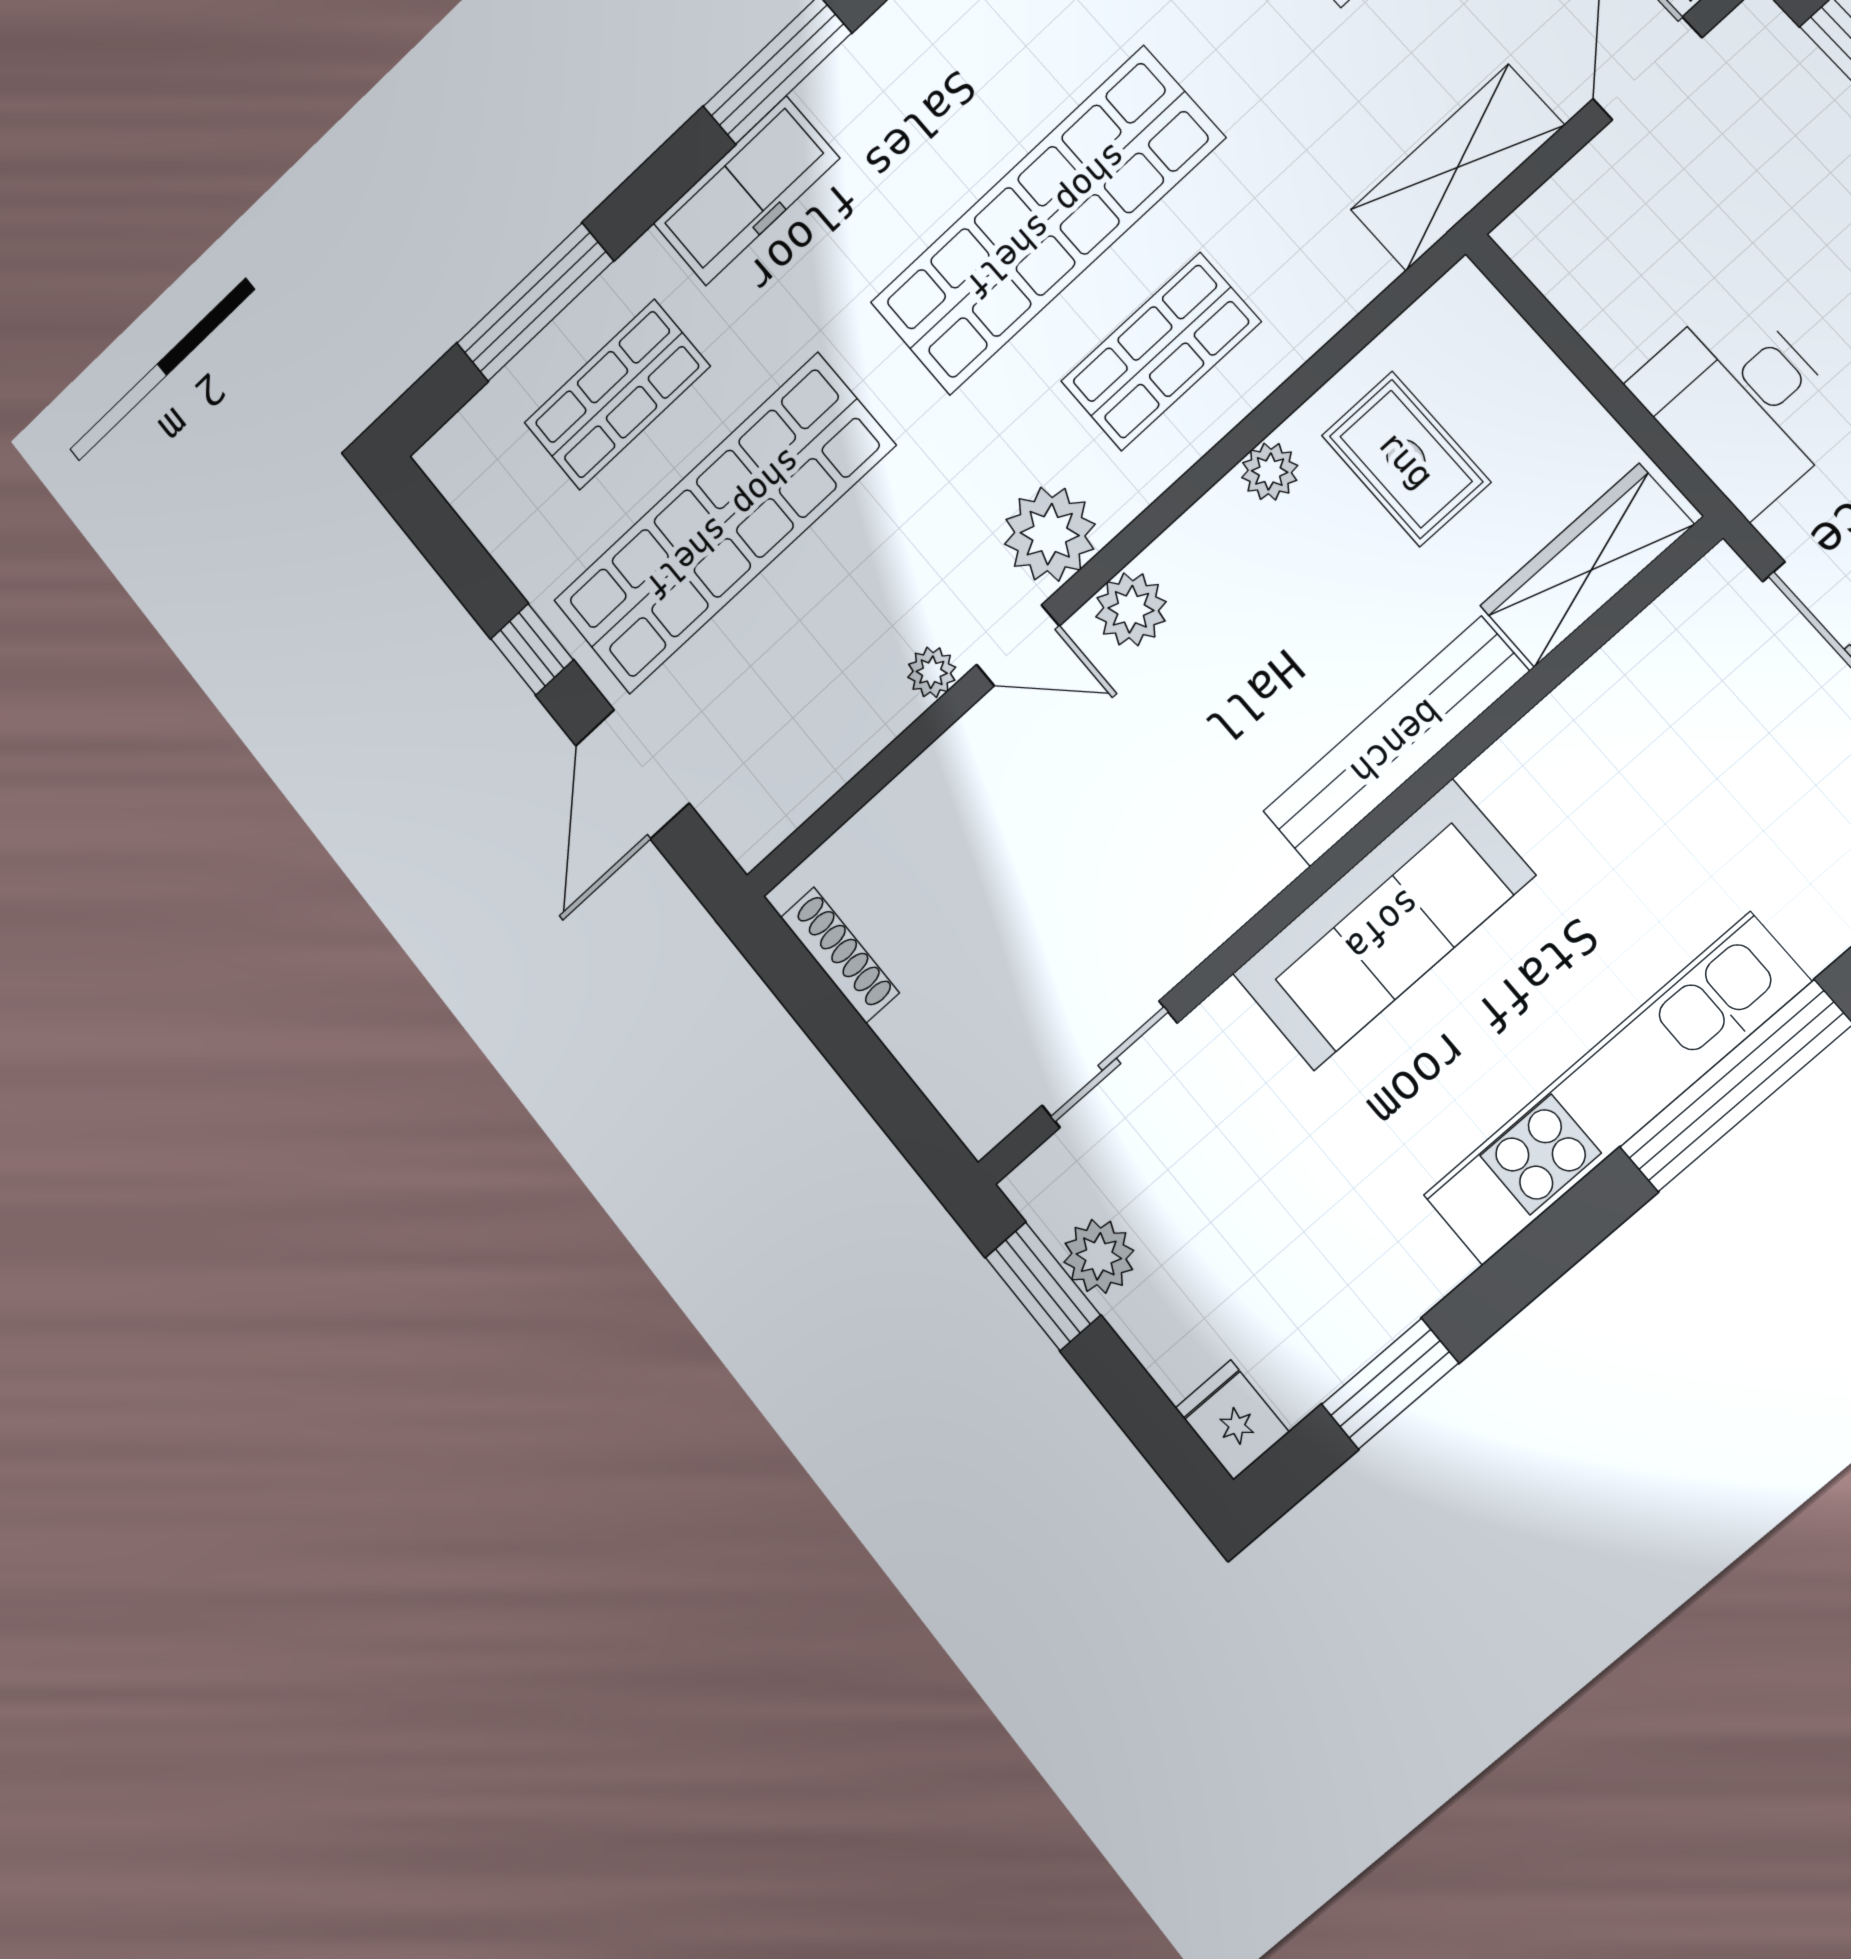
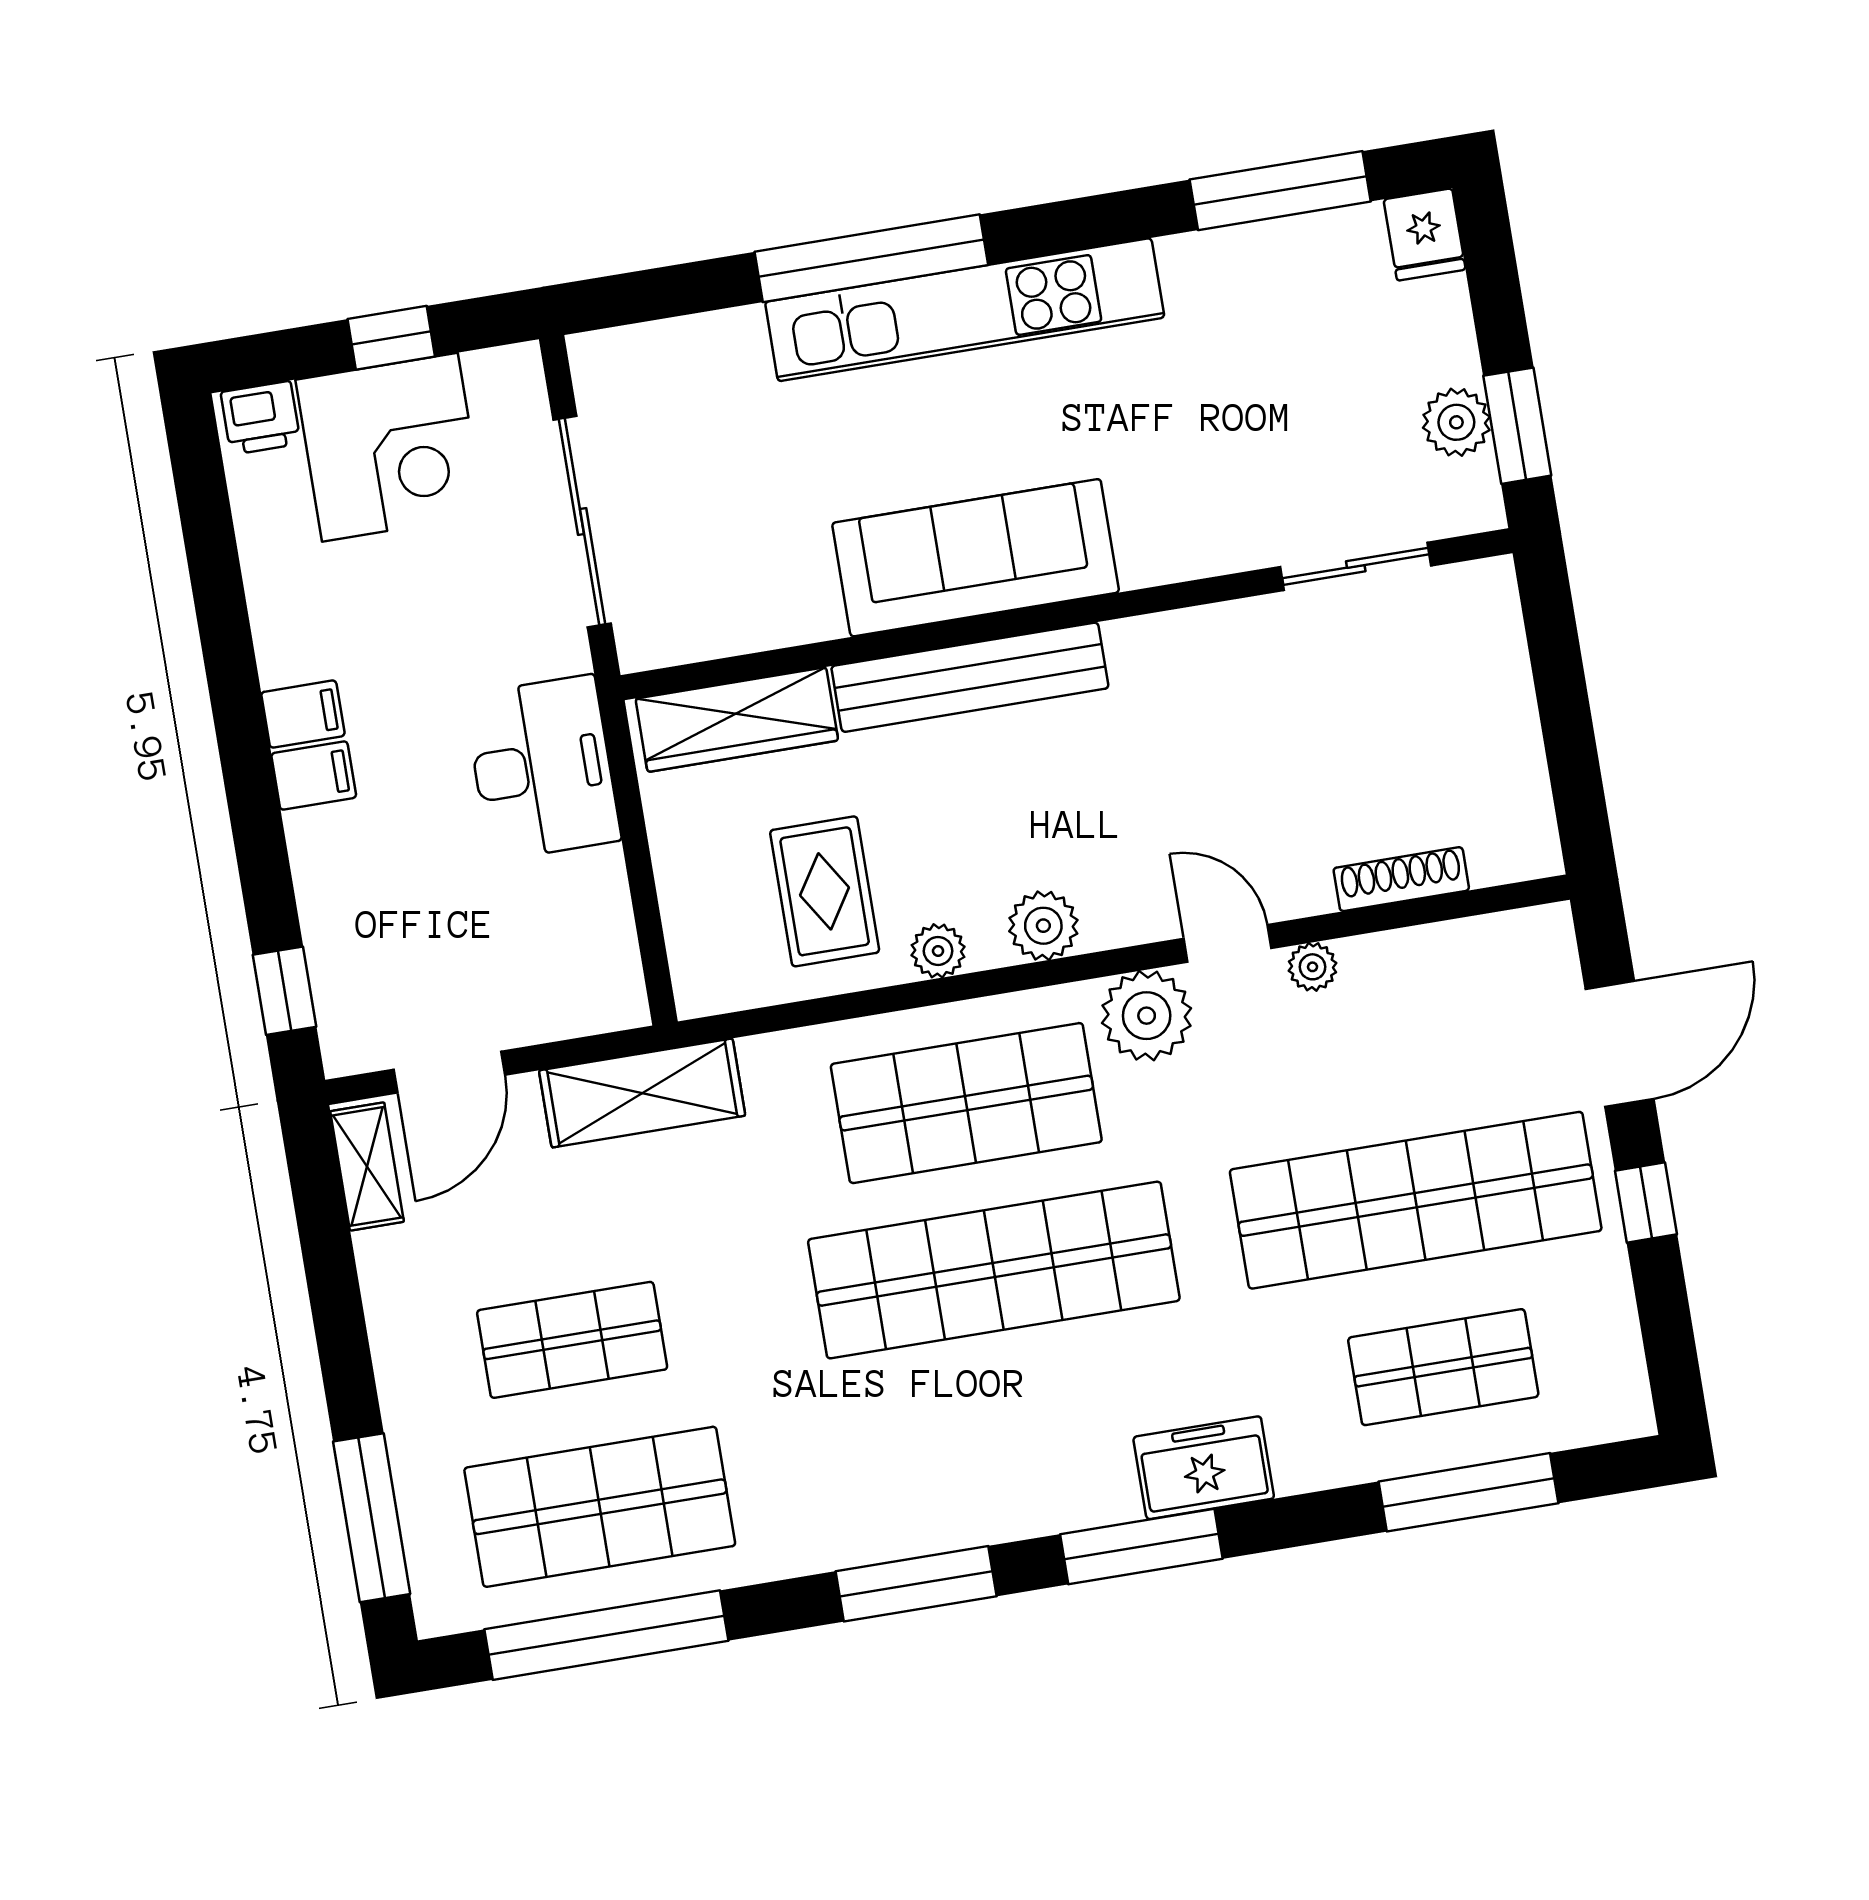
freezer: (746, 191) -> (1204, 1468), width x0.71
shop shelf: (1161, 352) -> (966, 1103), width x1.43, depth x1.36
plant: (1131, 609) -> (1043, 926), moved
sofa: (1383, 925) -> (976, 558), moved
shoe rack: (840, 955) -> (1401, 879), moved, turned 90
window: (1390, 1384) -> (1280, 191), width x1.44

